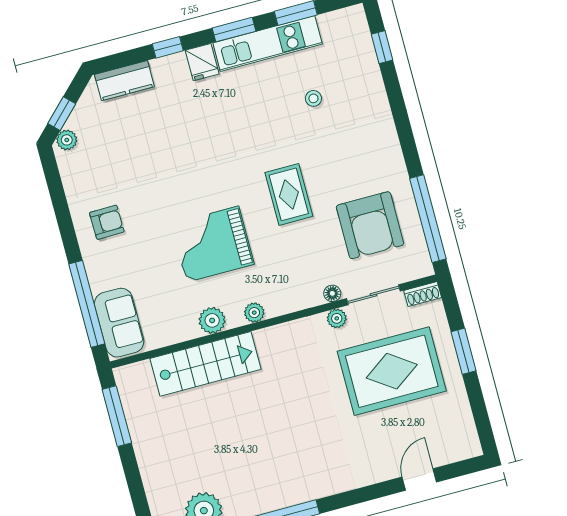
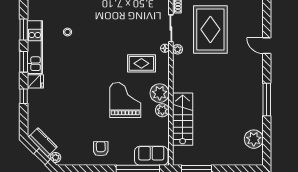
kitchen counter: (124, 81) -> (43, 142), moved, turned -45
rug: (289, 194) -> (141, 63), moved
armchair: (370, 225) -> (137, 21), removed
grand piano: (213, 244) -> (125, 100), turned 180
plant: (254, 313) -> (160, 93), width x1.88, depth x1.88
door: (419, 480) -> (267, 46), moved

